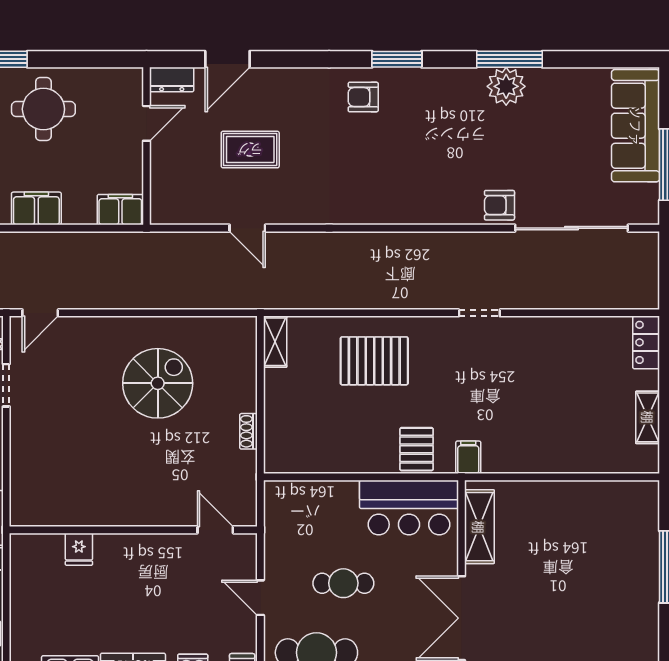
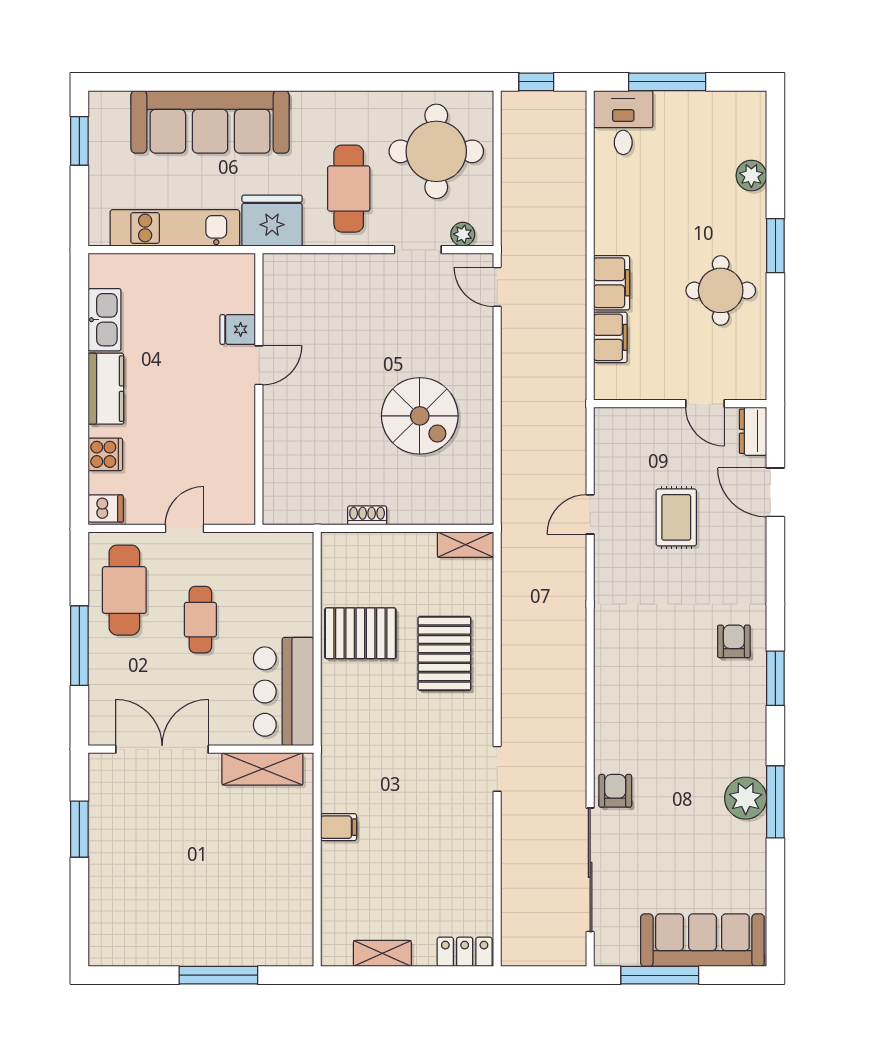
filing cabinet: (120, 210) -> (610, 337), moved
pallet: (417, 449) -> (360, 633), moved, width x1.50, depth x1.42
filing cabinet: (468, 457) -> (339, 827), moved
door: (215, 530) -> (259, 365), moved

